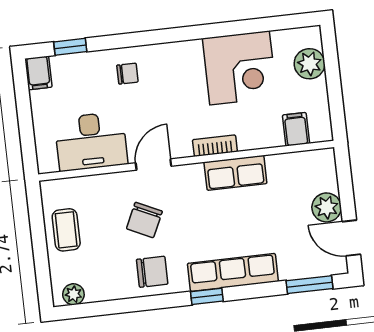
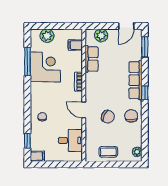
window: (247, 27) -> (27, 62), added
desk: (91, 141) -> (70, 140), width x0.73
row of seats: (235, 173) -> (92, 59), moved
plant: (327, 207) -> (101, 35), moved

